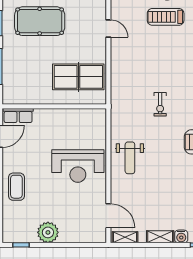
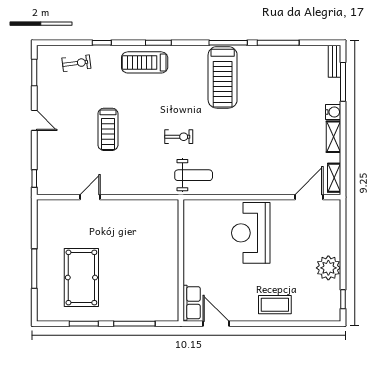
treadmill: (166, 17) -> (108, 129), moved
table tennis table: (78, 77) -> (147, 232), removed
weight bench: (130, 158) -> (194, 175), moved
reception desk: (78, 166) -> (251, 233), turned 180

